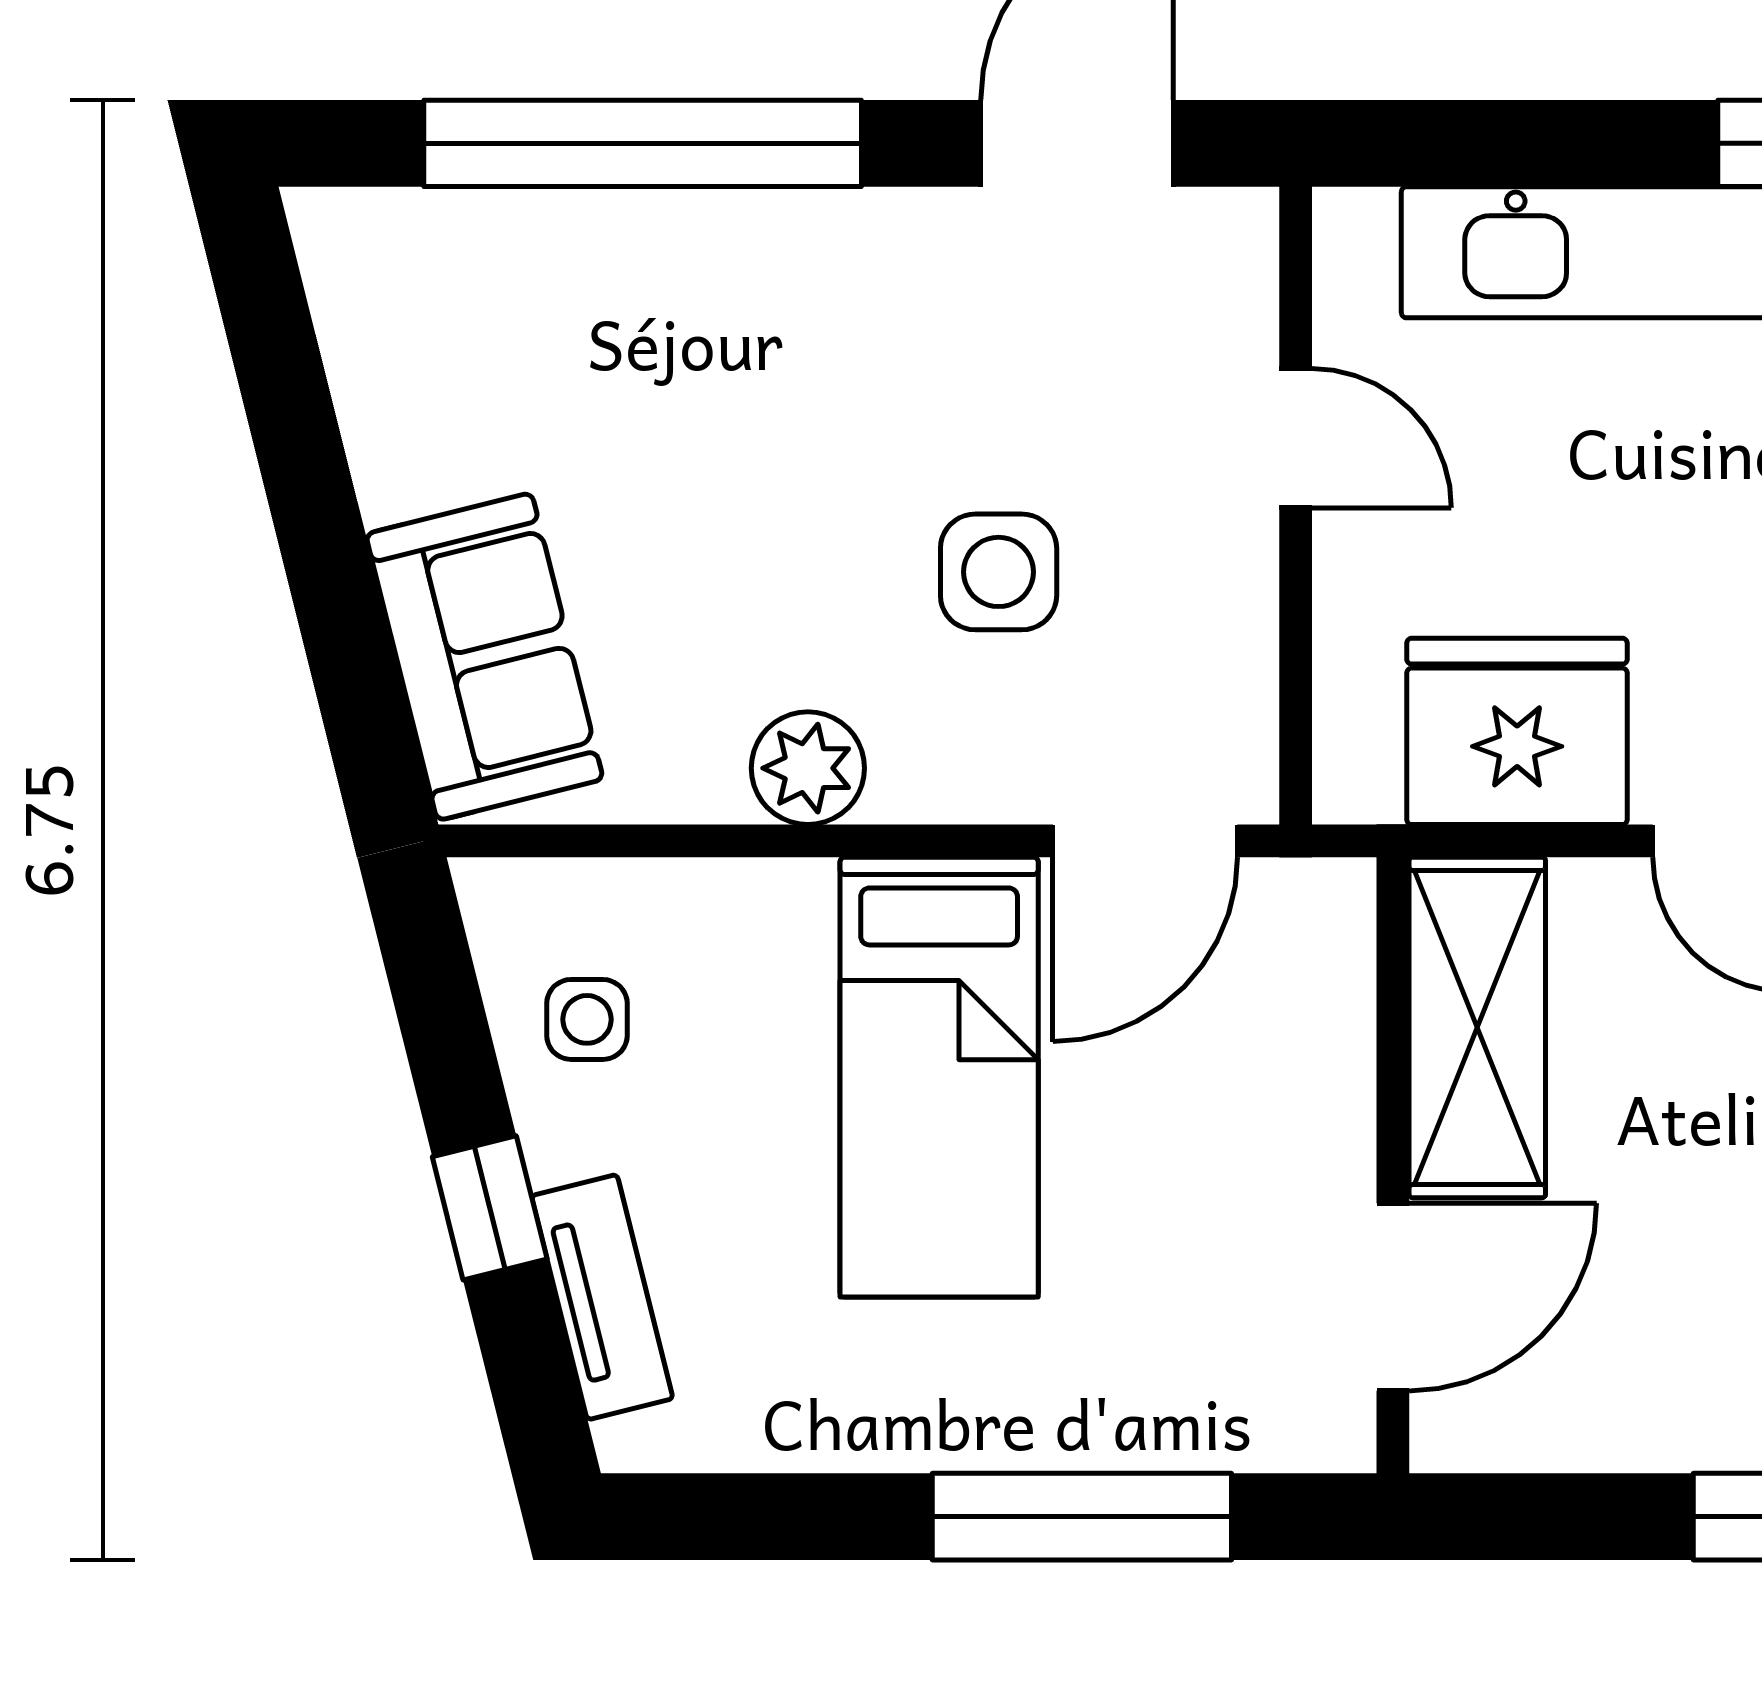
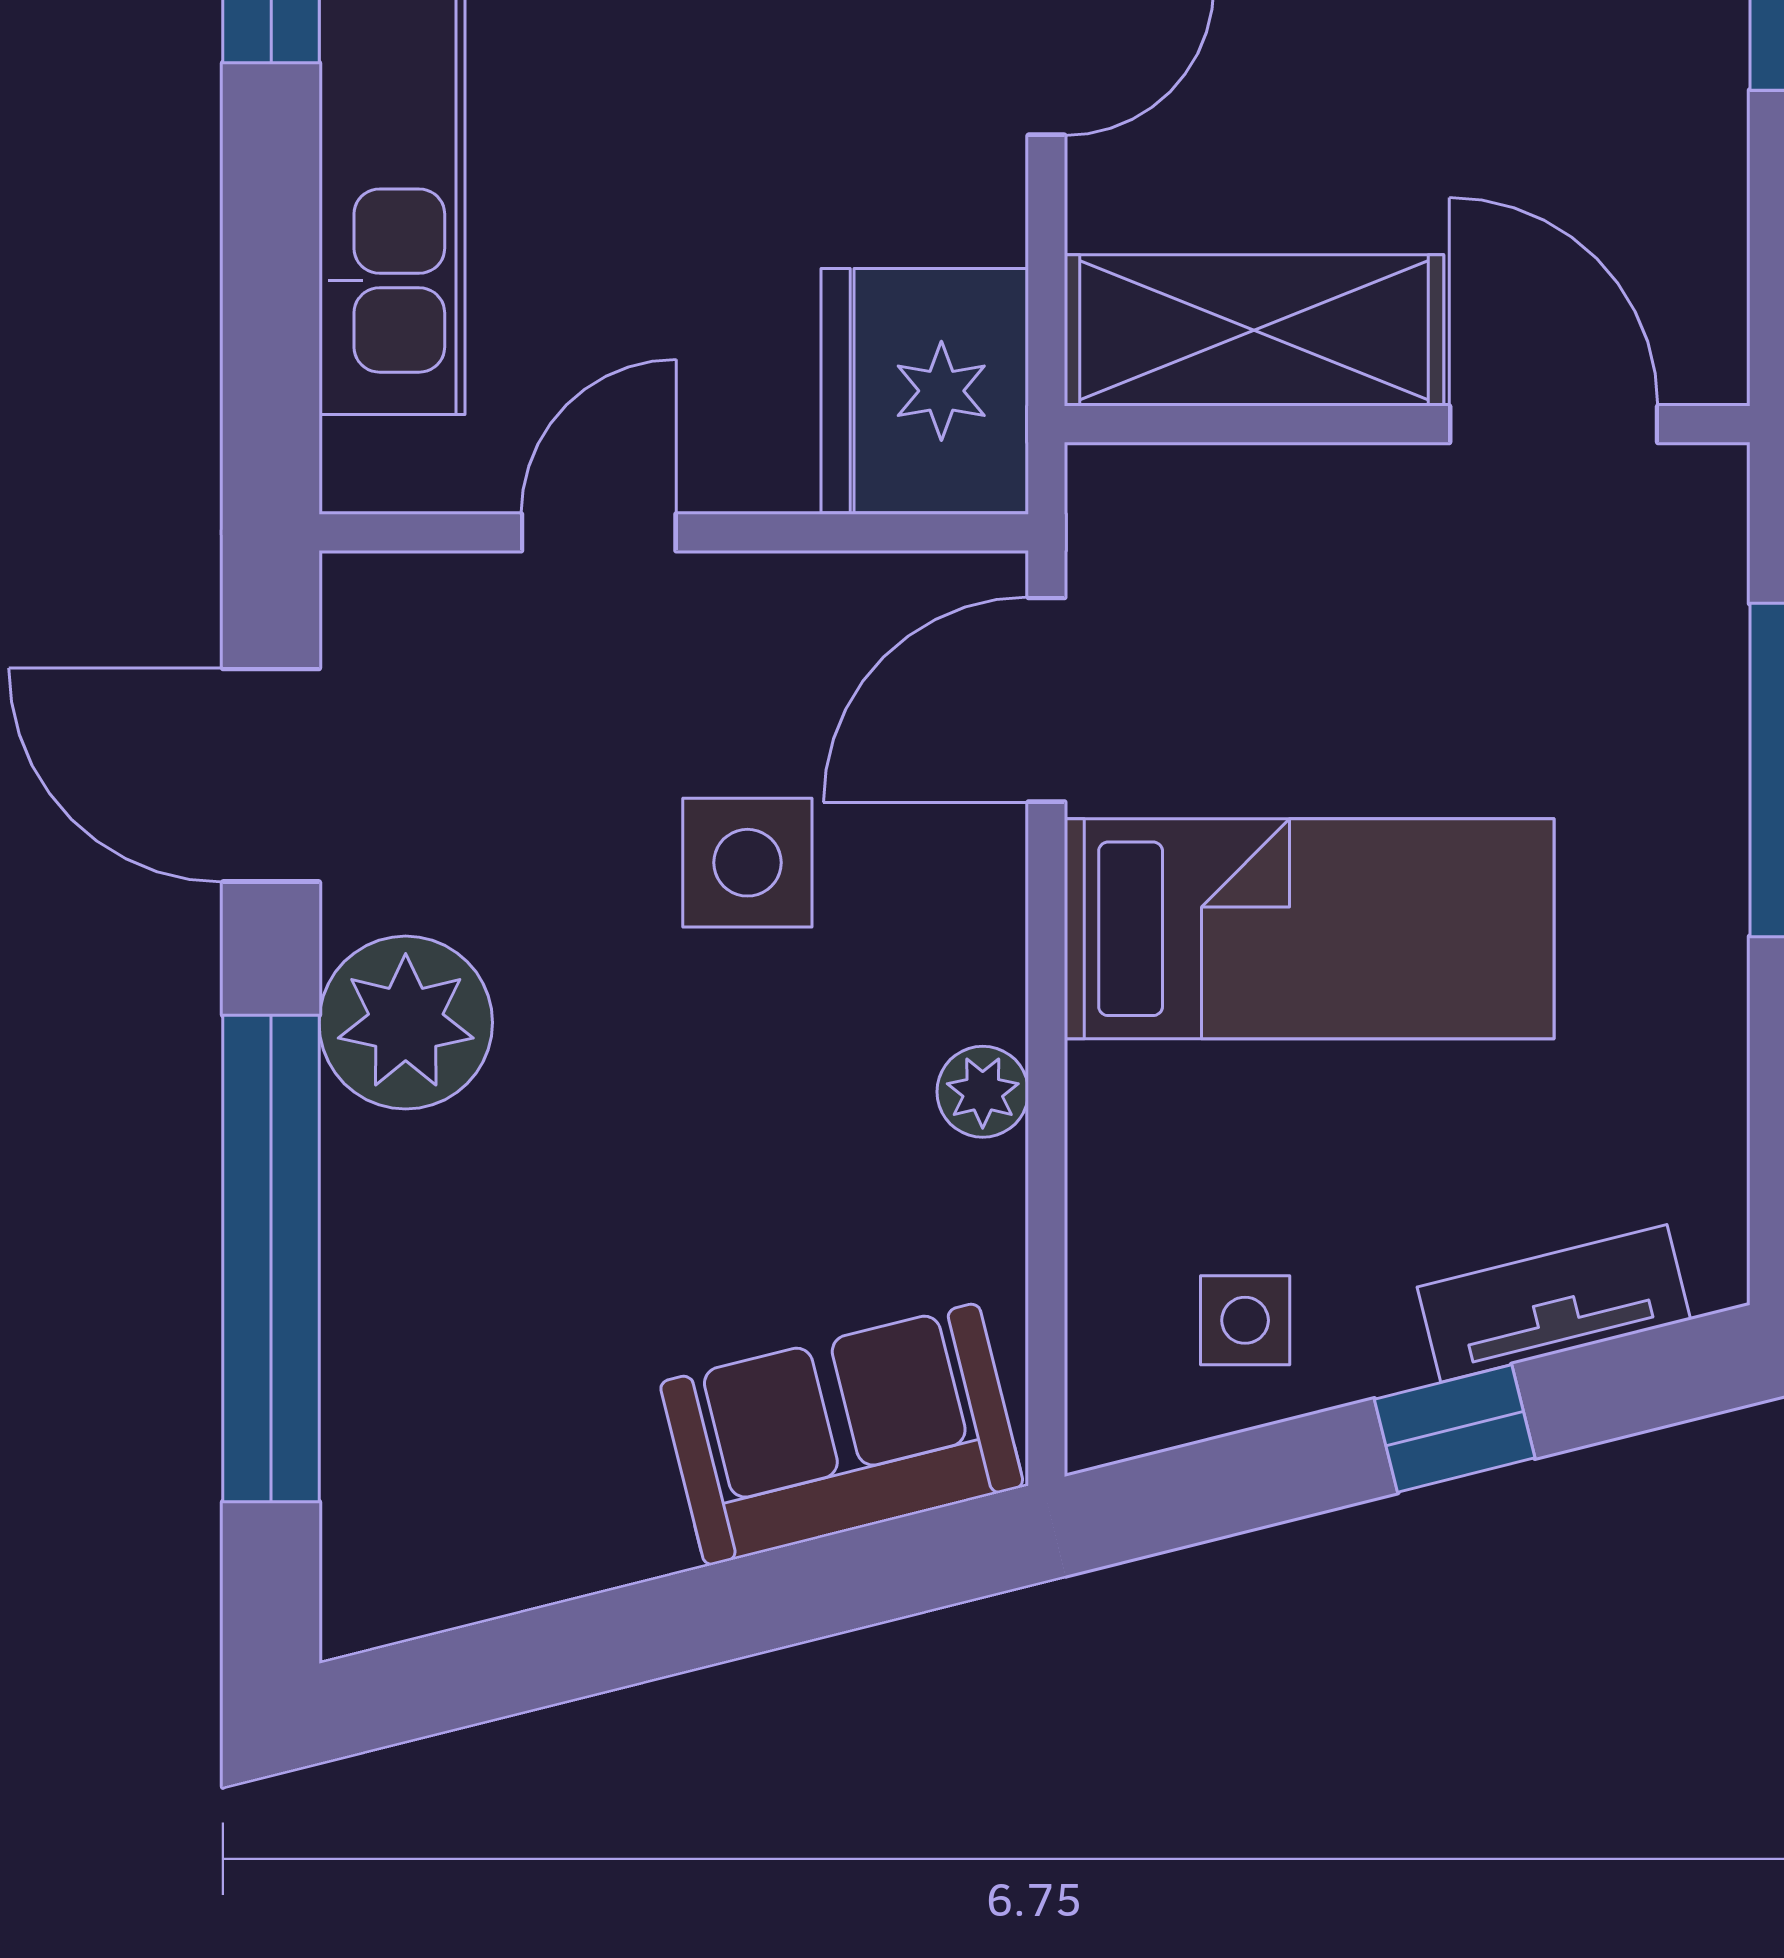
plant: (855, 265) -> (406, 1023), added
fridge: (1517, 731) -> (925, 391), moved
plant: (808, 768) -> (983, 1092), width x0.73, depth x0.73
door: (1145, 841) -> (1046, 700), swing flipped

